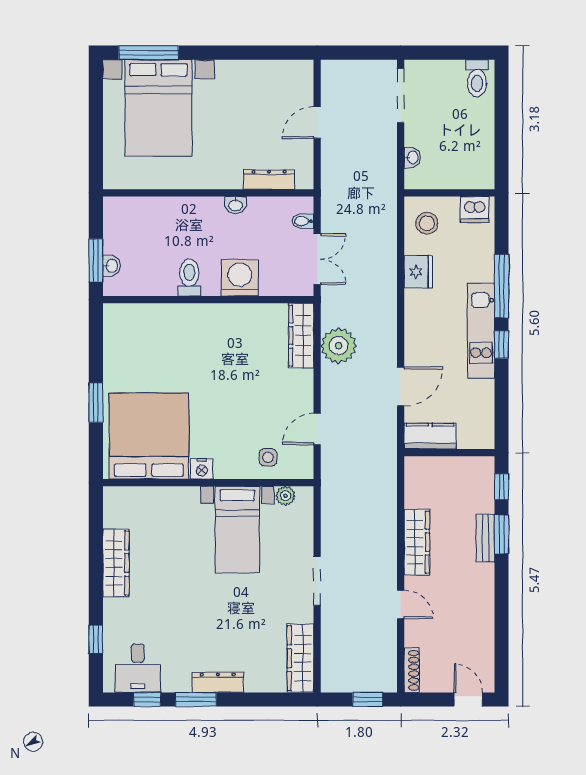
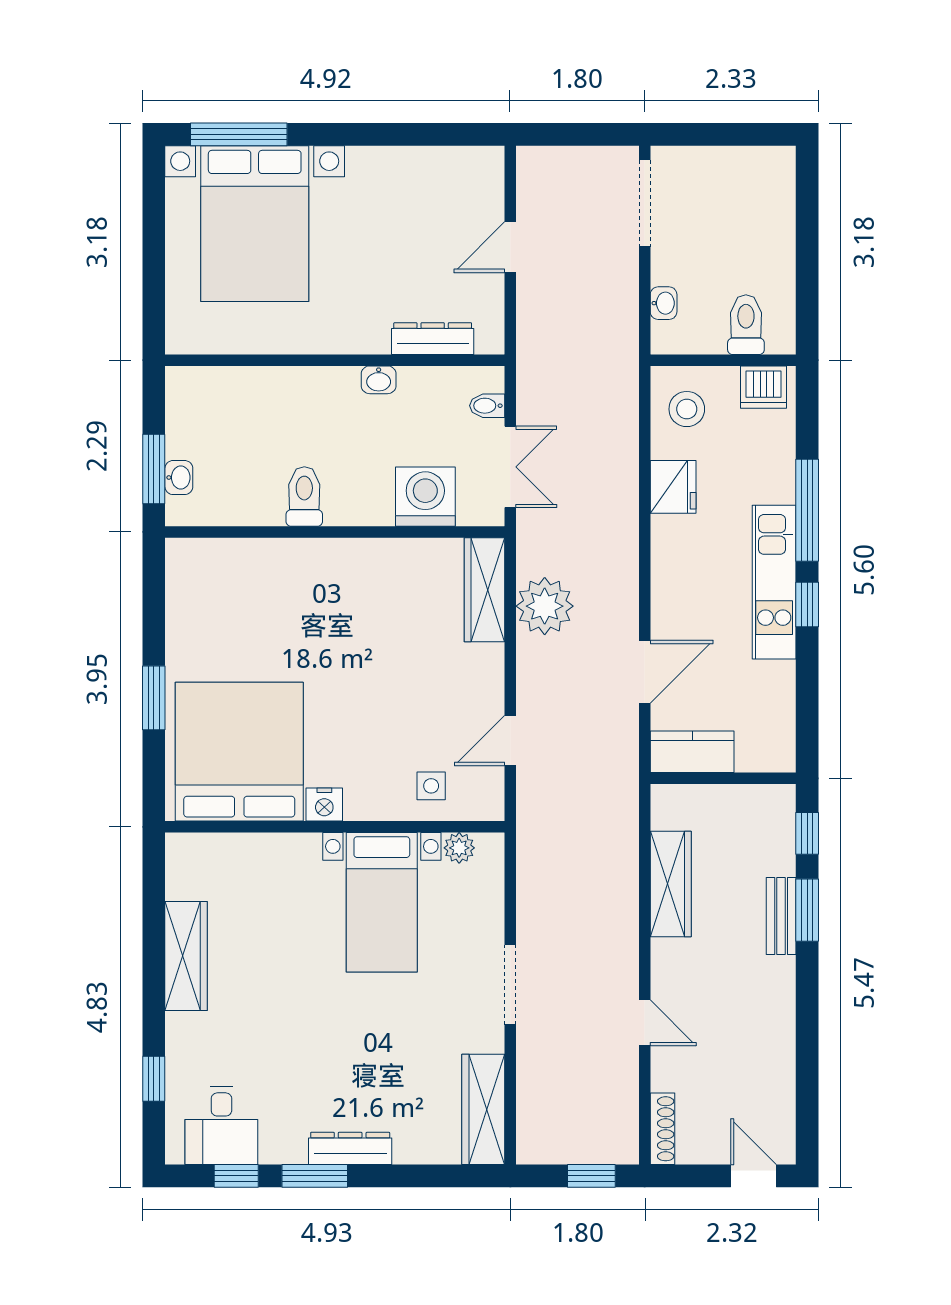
toilet: (477, 78) -> (746, 325), moved, turned 180
washing machine: (240, 278) -> (425, 497), moved
wardrobe: (417, 542) -> (671, 884), moved

